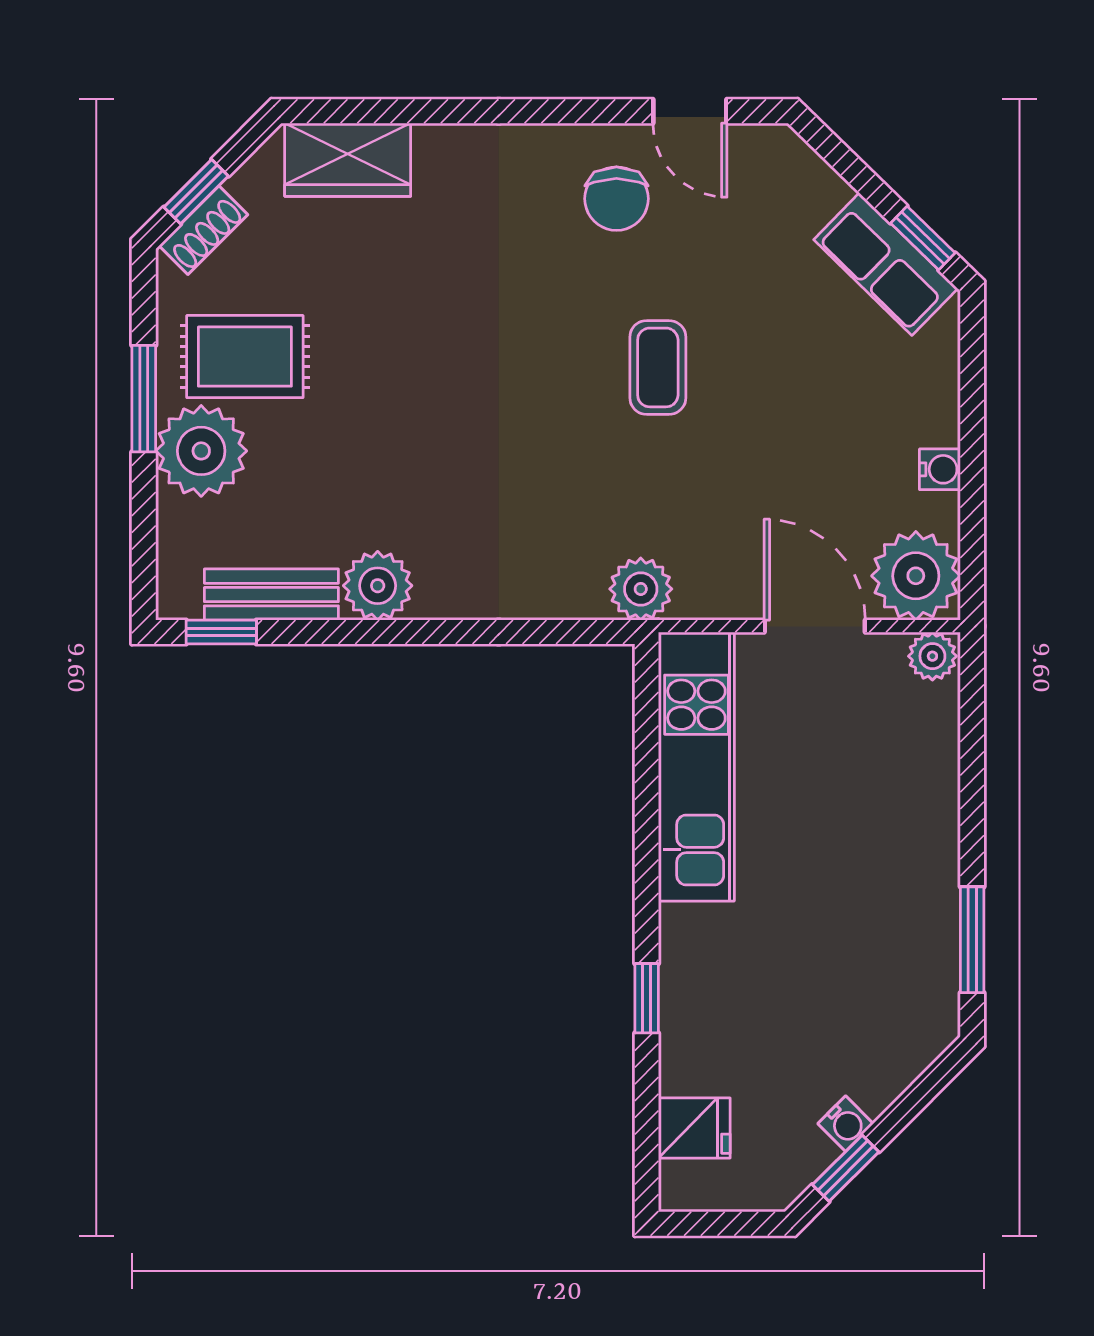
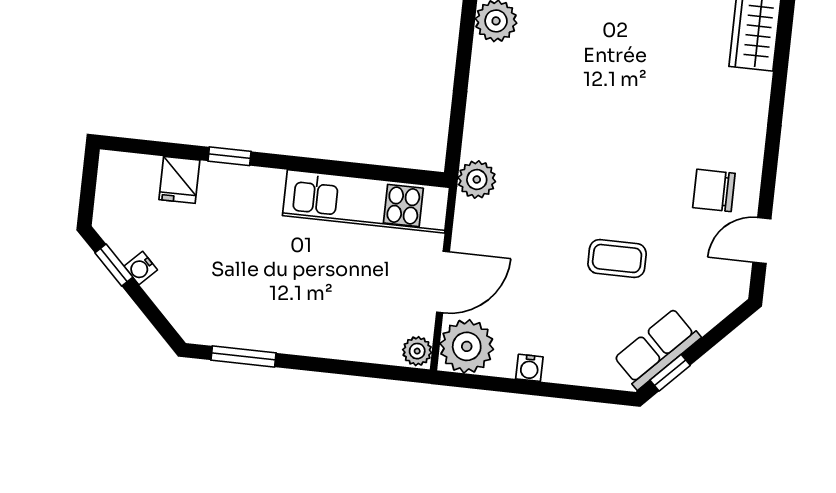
coffee table: (658, 367) -> (617, 258), moved
fridge: (694, 1128) -> (179, 180), moved

